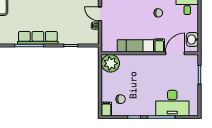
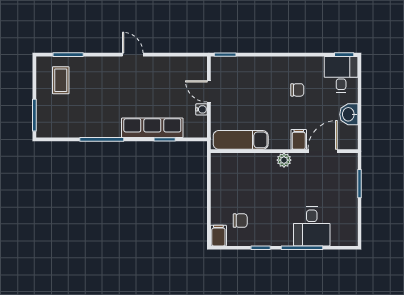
row of seats: (38, 38) -> (152, 128), moved
washbasin: (192, 39) -> (349, 114), moved
exam couch: (135, 46) -> (241, 140), moved
plant: (110, 63) -> (284, 160), moved, width x0.53, depth x0.53
desk: (172, 103) -> (312, 226), width x0.73

